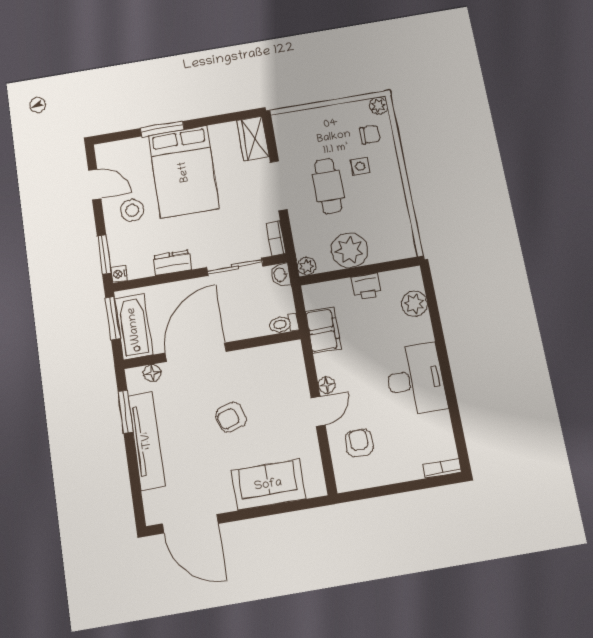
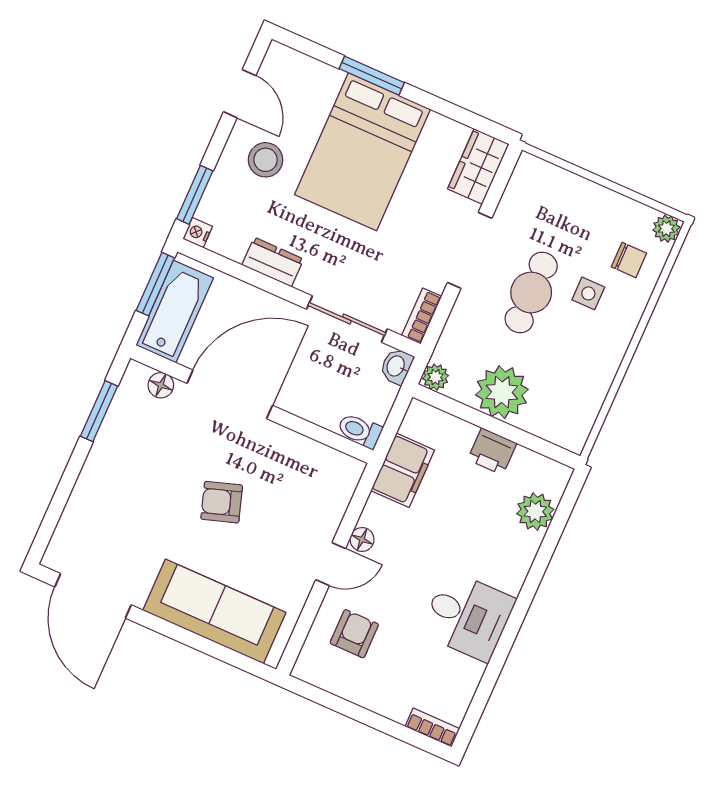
desk: (416, 380) -> (468, 616), width x0.73
tv unit: (147, 441) -> (102, 463), removed
sofa: (268, 485) -> (214, 611), width x1.36

